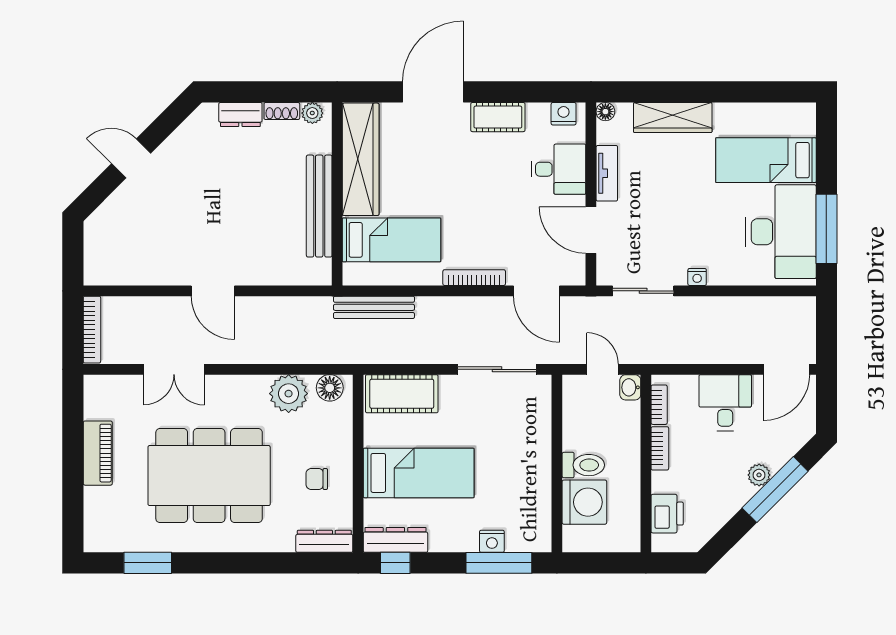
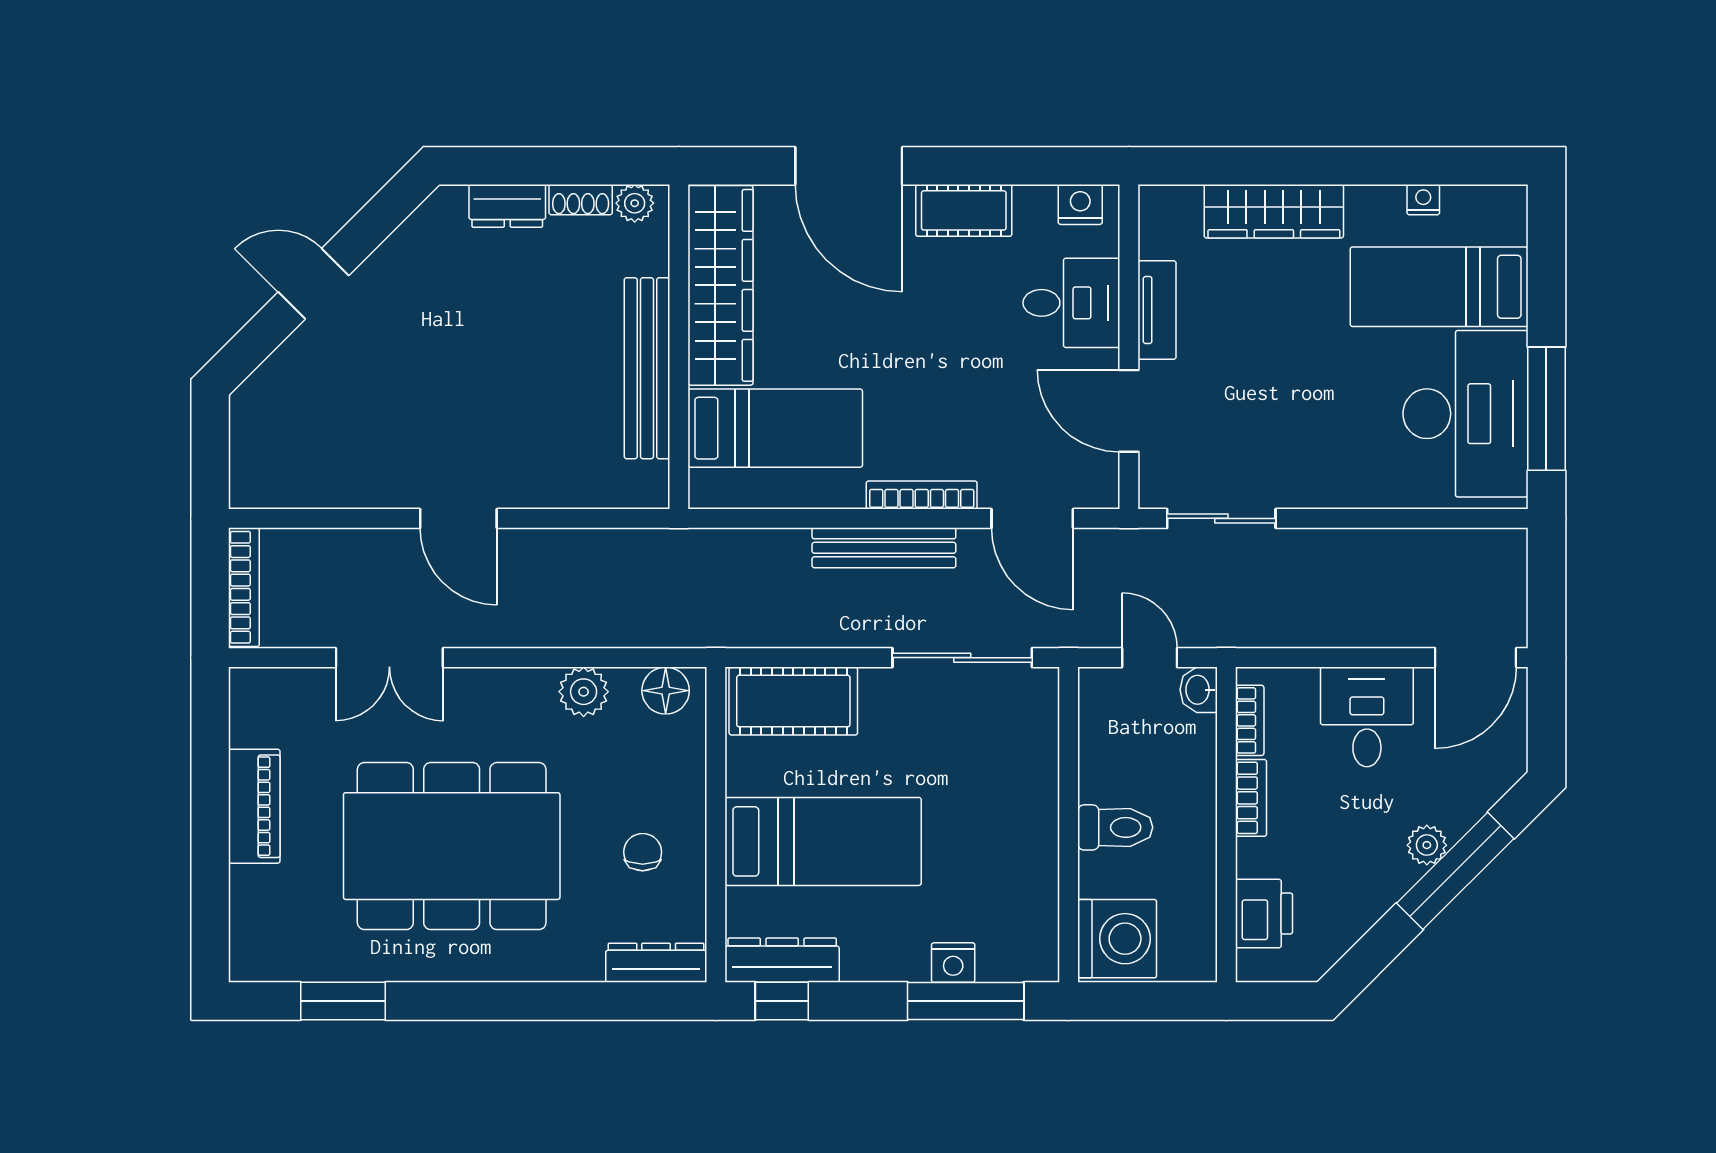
door: (433, 92) -> (849, 166), swing flipped
floor lamp: (605, 112) -> (1155, 201), removed
nightstand: (697, 277) -> (1423, 200), moved, turned 180
bench: (374, 307) -> (884, 548), moved
plant: (289, 394) -> (584, 692), width x0.73, depth x0.73
chair: (317, 479) -> (643, 852), turned 90
washing machine: (584, 502) -> (1117, 939), moved

